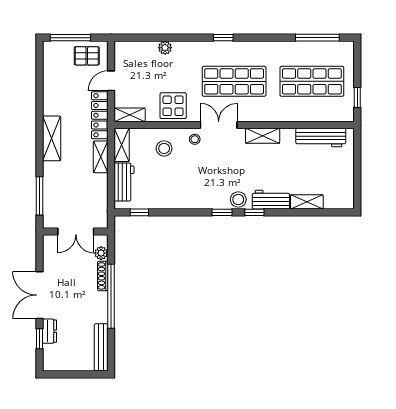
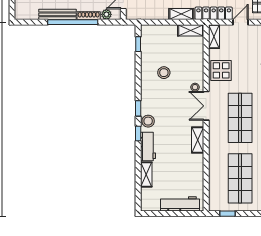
door: (111, 81) -> (241, 22), hinge flipped
double door: (219, 125) -> (206, 106), swing flipped
workbench: (321, 138) -> (180, 204), moved, turned 90
stool: (164, 148) -> (164, 73), moved
workbench: (124, 182) -> (162, 32), removed
bench: (101, 347) -> (57, 14), moved

